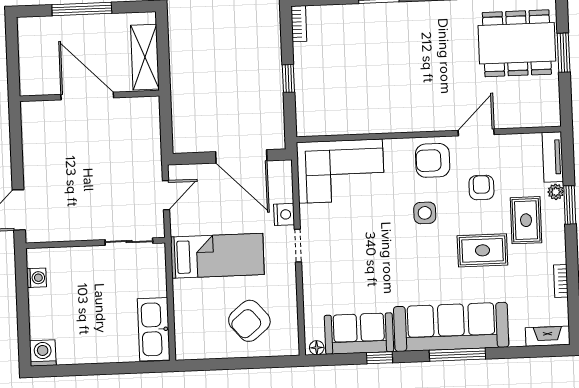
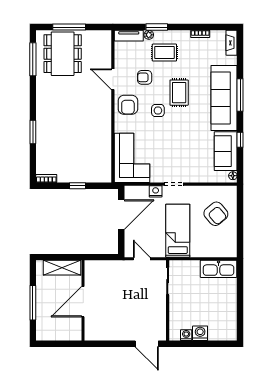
window: (564, 53) -> (69, 27), width x1.44
rug: (482, 250) -> (179, 93), moved
washing machine: (43, 353) -> (200, 333), moved, turned 90

